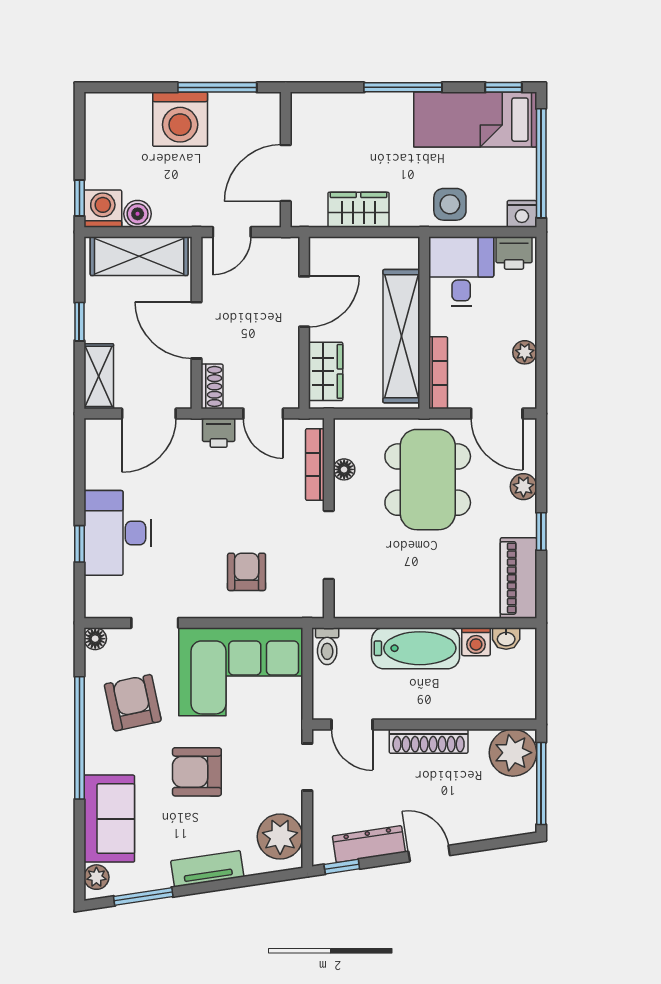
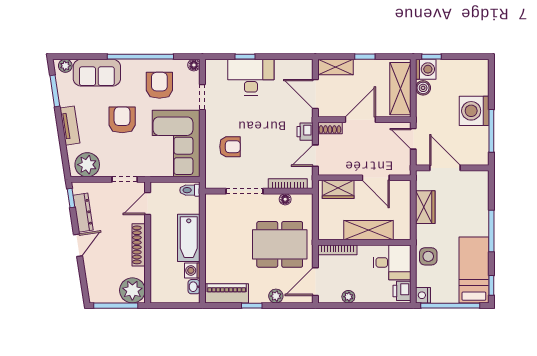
shelving: (401, 336) -> (369, 230), width x0.68
armchair: (133, 703) -> (159, 85), turned -78

